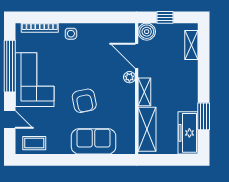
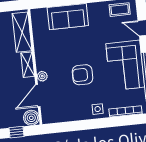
door: (137, 56) -> (38, 96), swing flipped
armchair: (84, 101) -> (82, 75), moved, turned -78

